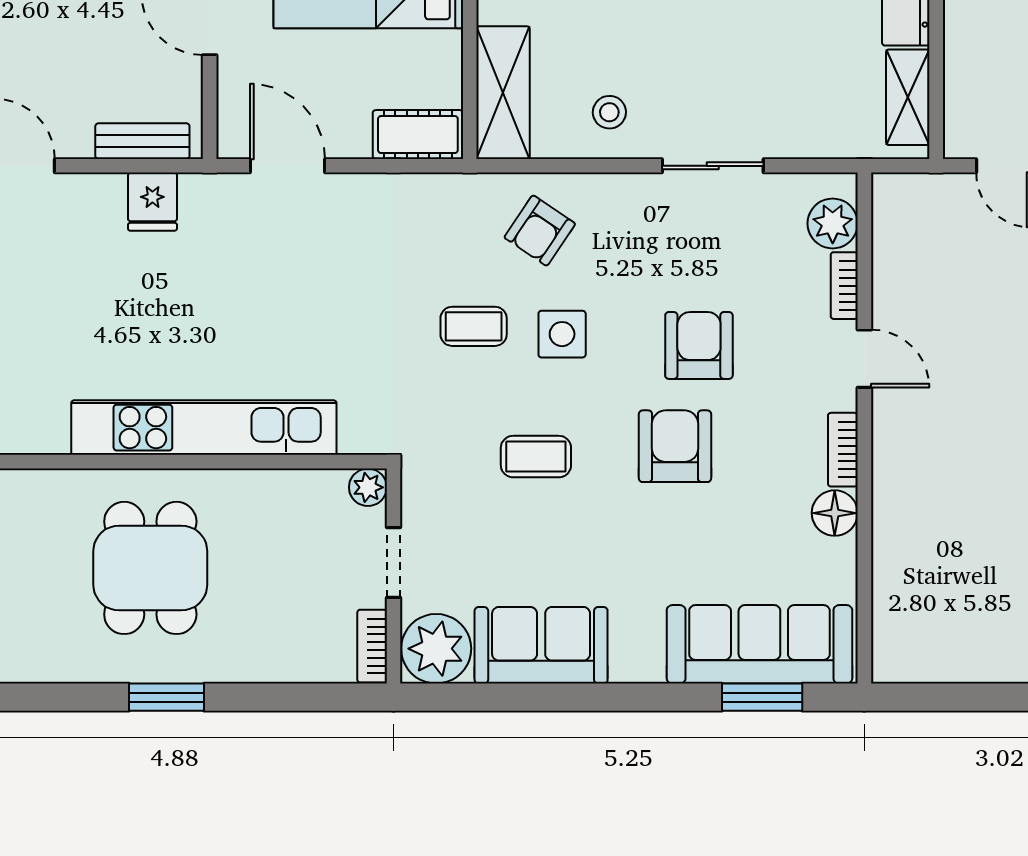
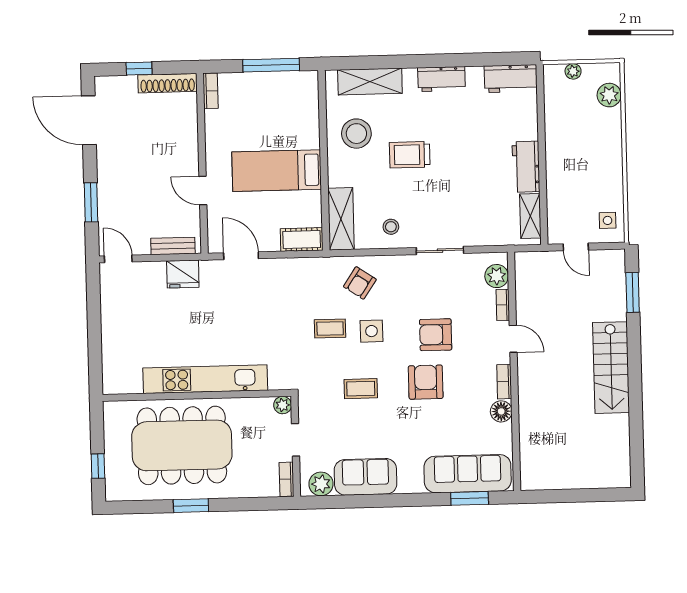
fridge: (152, 202) -> (183, 274), width x1.38
armchair: (699, 345) -> (436, 335), turned -90
dining table: (150, 568) -> (182, 445), width x1.87, depth x1.24
plant: (436, 649) -> (321, 484), width x0.73, depth x0.73

